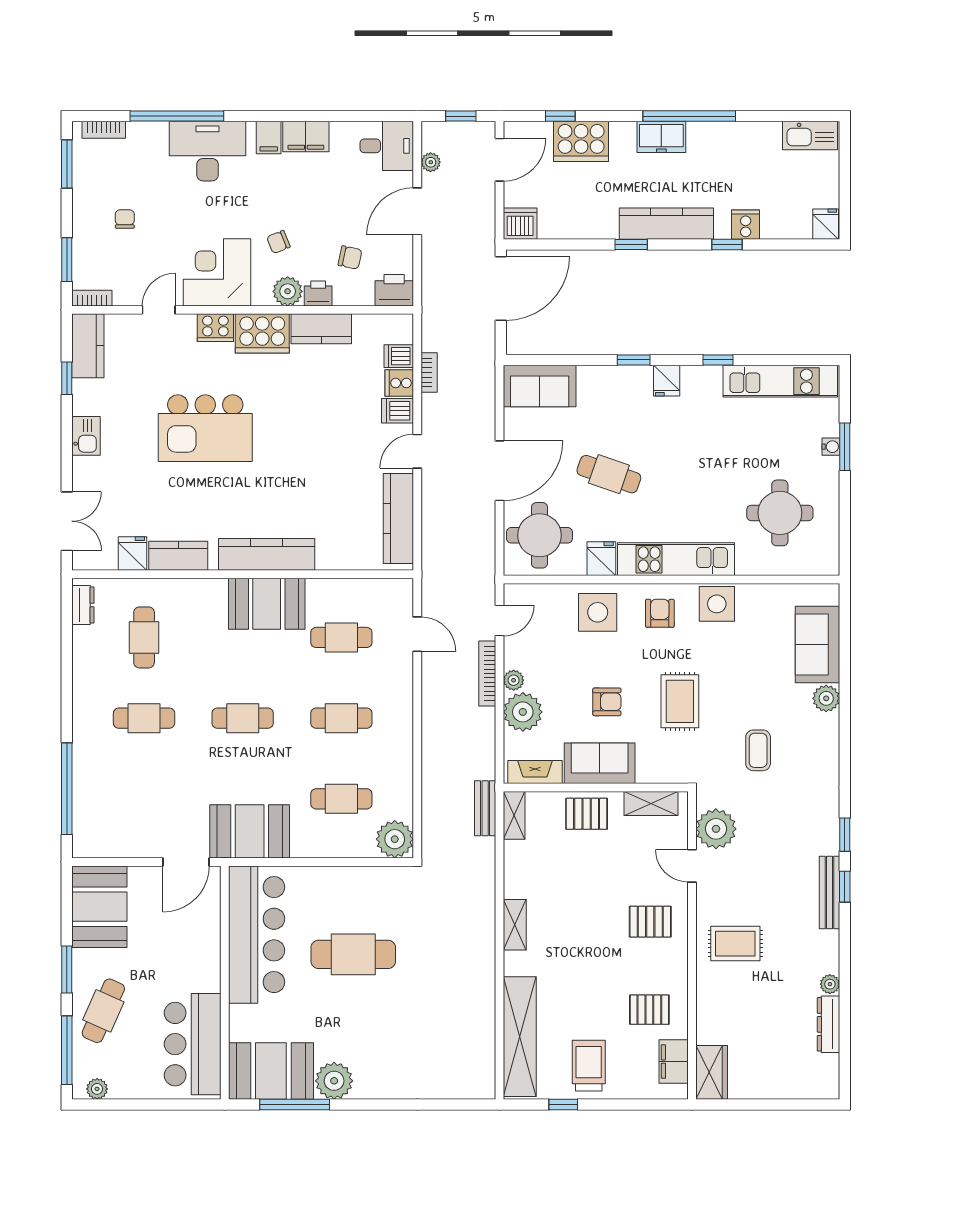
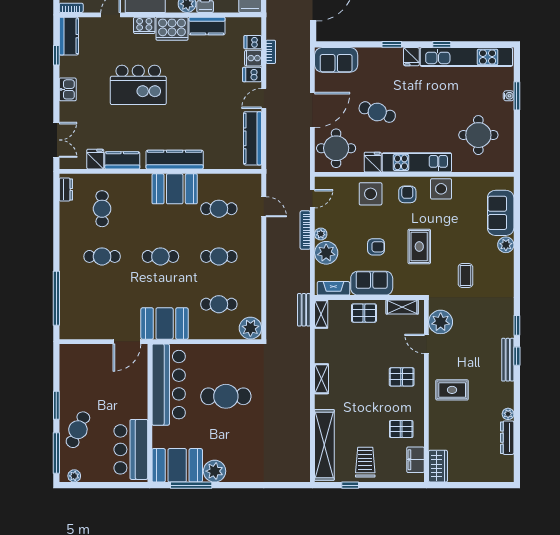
kitchen unit: (780, 381) -> (466, 57), width x1.36
booth: (99, 907) -> (76, 368), removed

